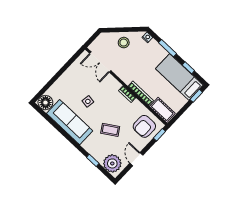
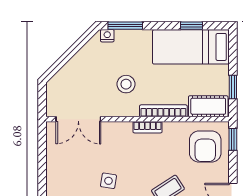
stool: (124, 43) -> (126, 84), moved
window: (167, 48) -> (125, 26), moved
window: (196, 96) -> (233, 87), moved

